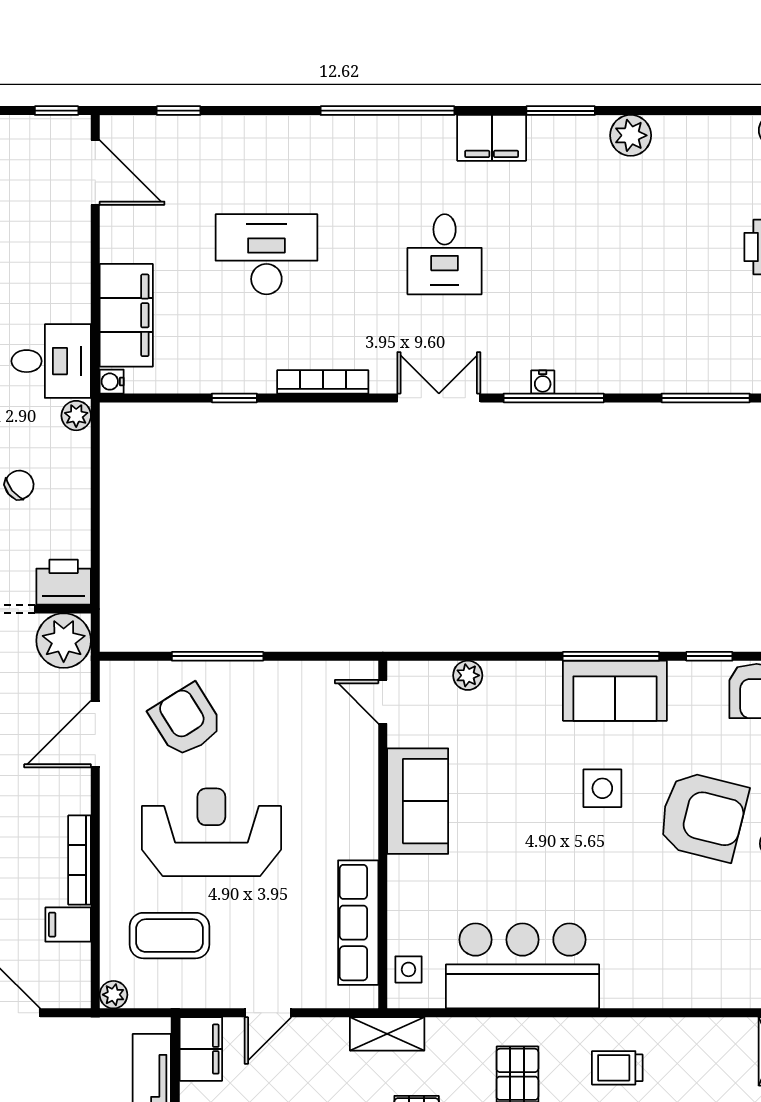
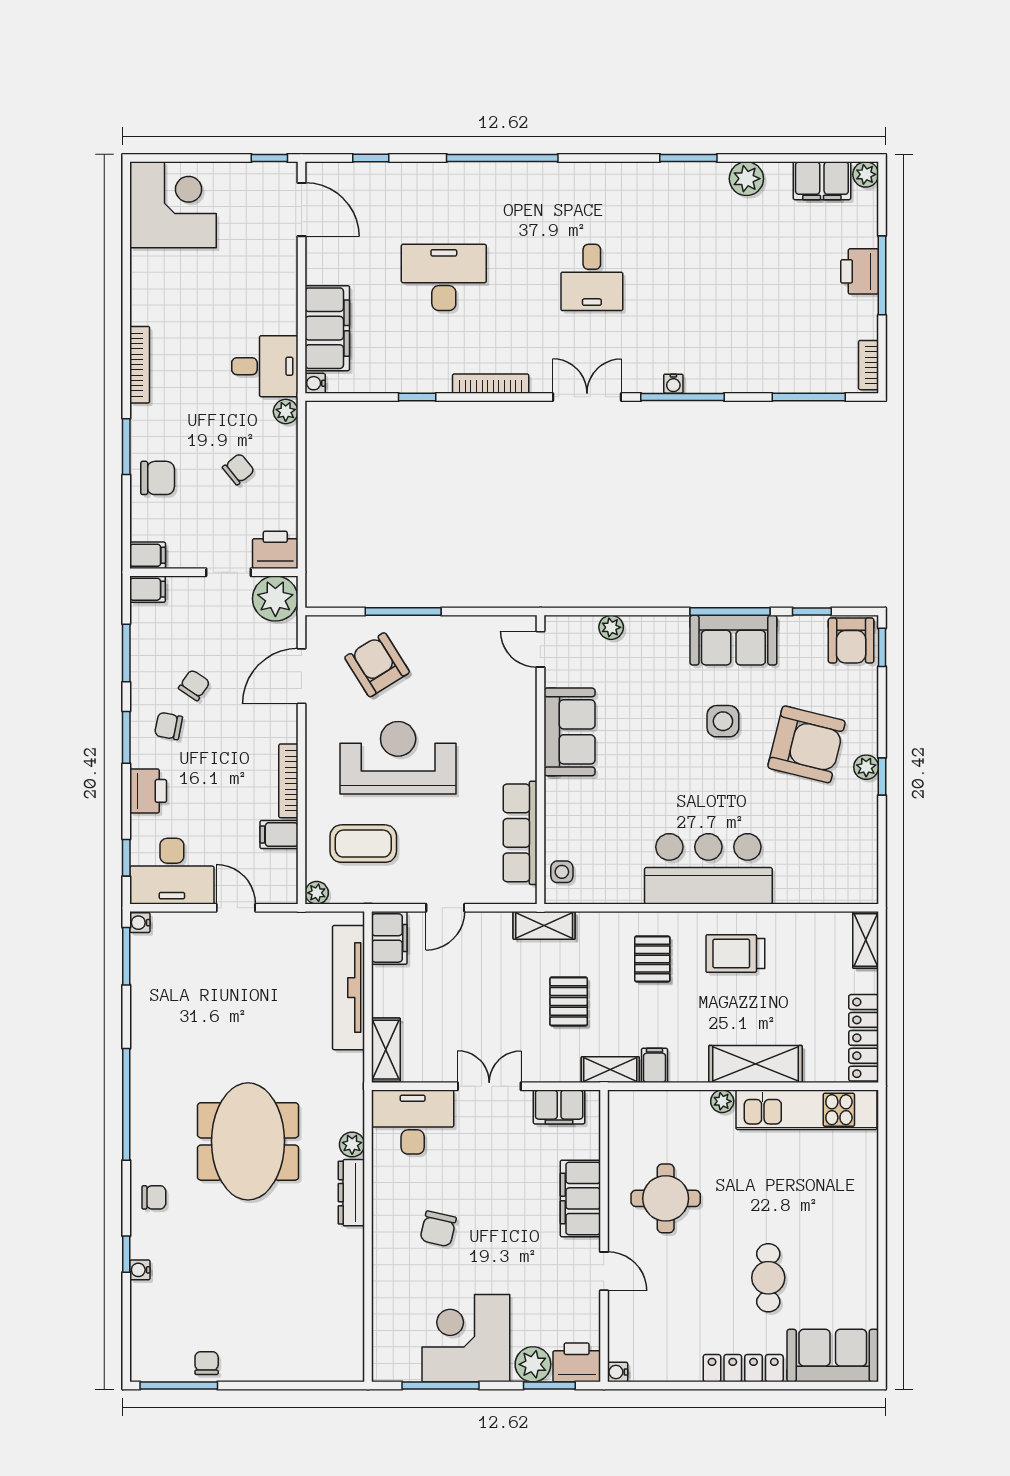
window: (388, 111) -> (502, 158), moved
filing cabinet: (492, 138) -> (822, 181), moved
bar counter: (522, 966) -> (708, 869), moved
trolley: (617, 1068) -> (735, 954), width x1.36, depth x1.39

